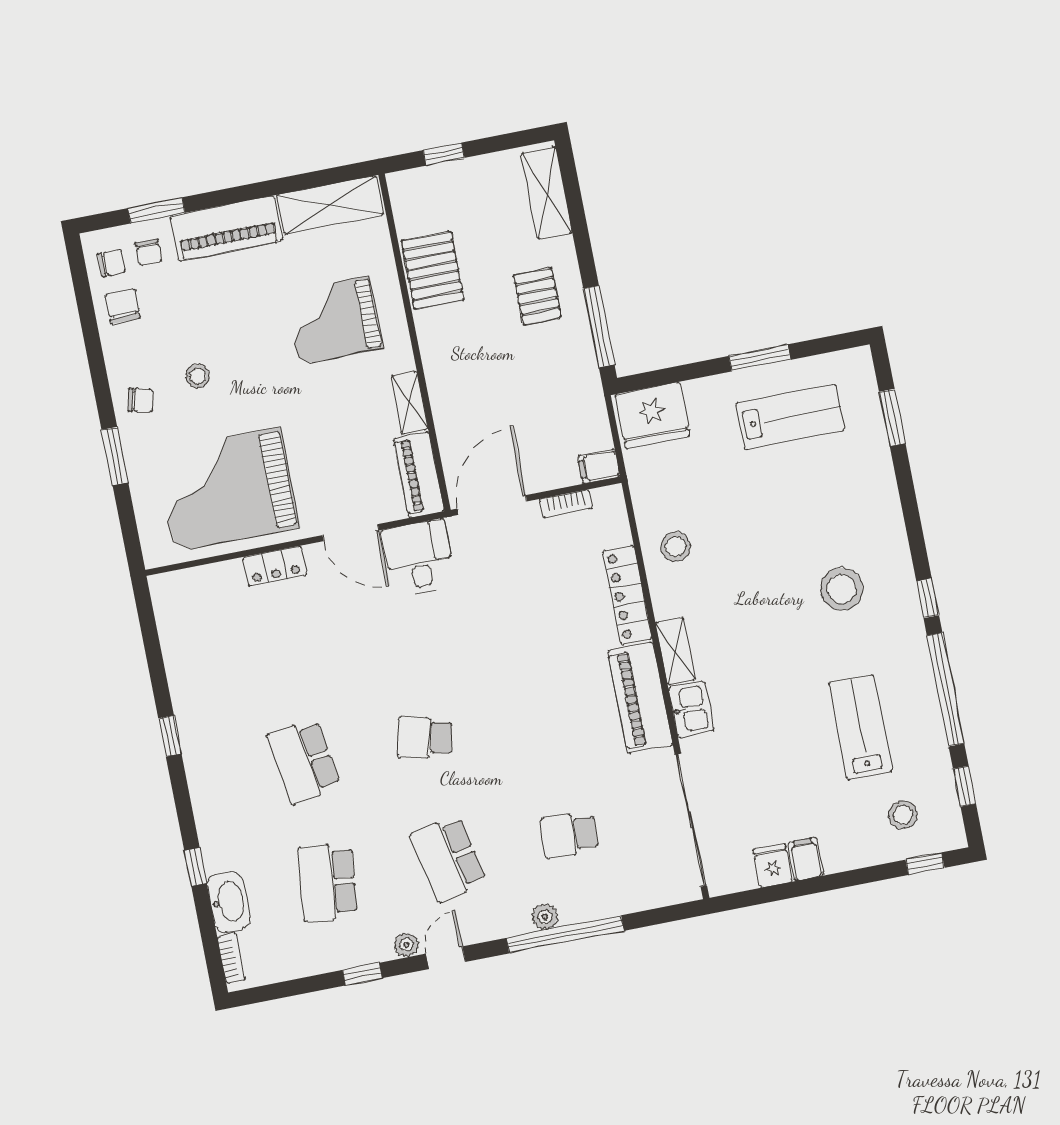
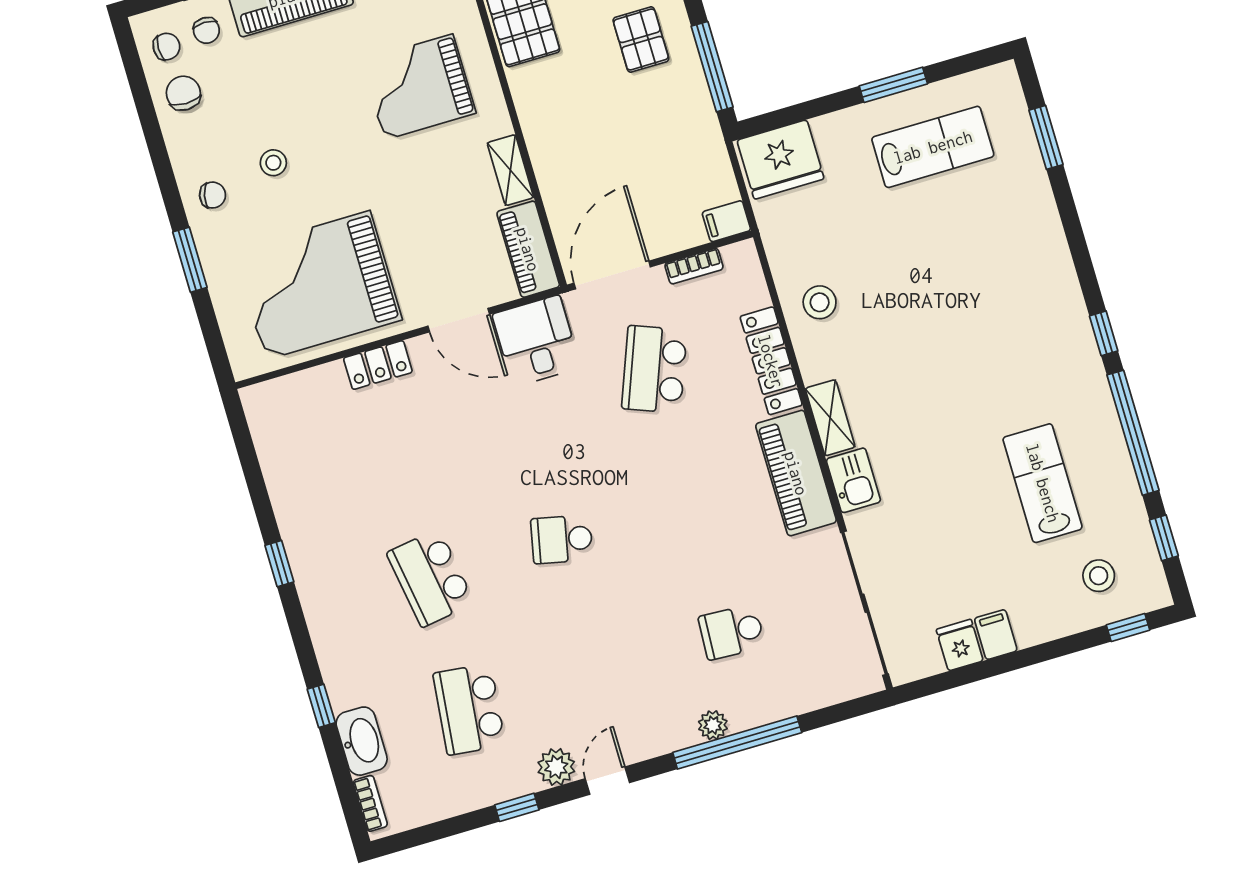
stool: (842, 589) -> (1007, 332), removed
school desk: (449, 859) -> (654, 369), moved, turned 33
plant: (406, 945) -> (556, 767), width x1.38, depth x1.38

